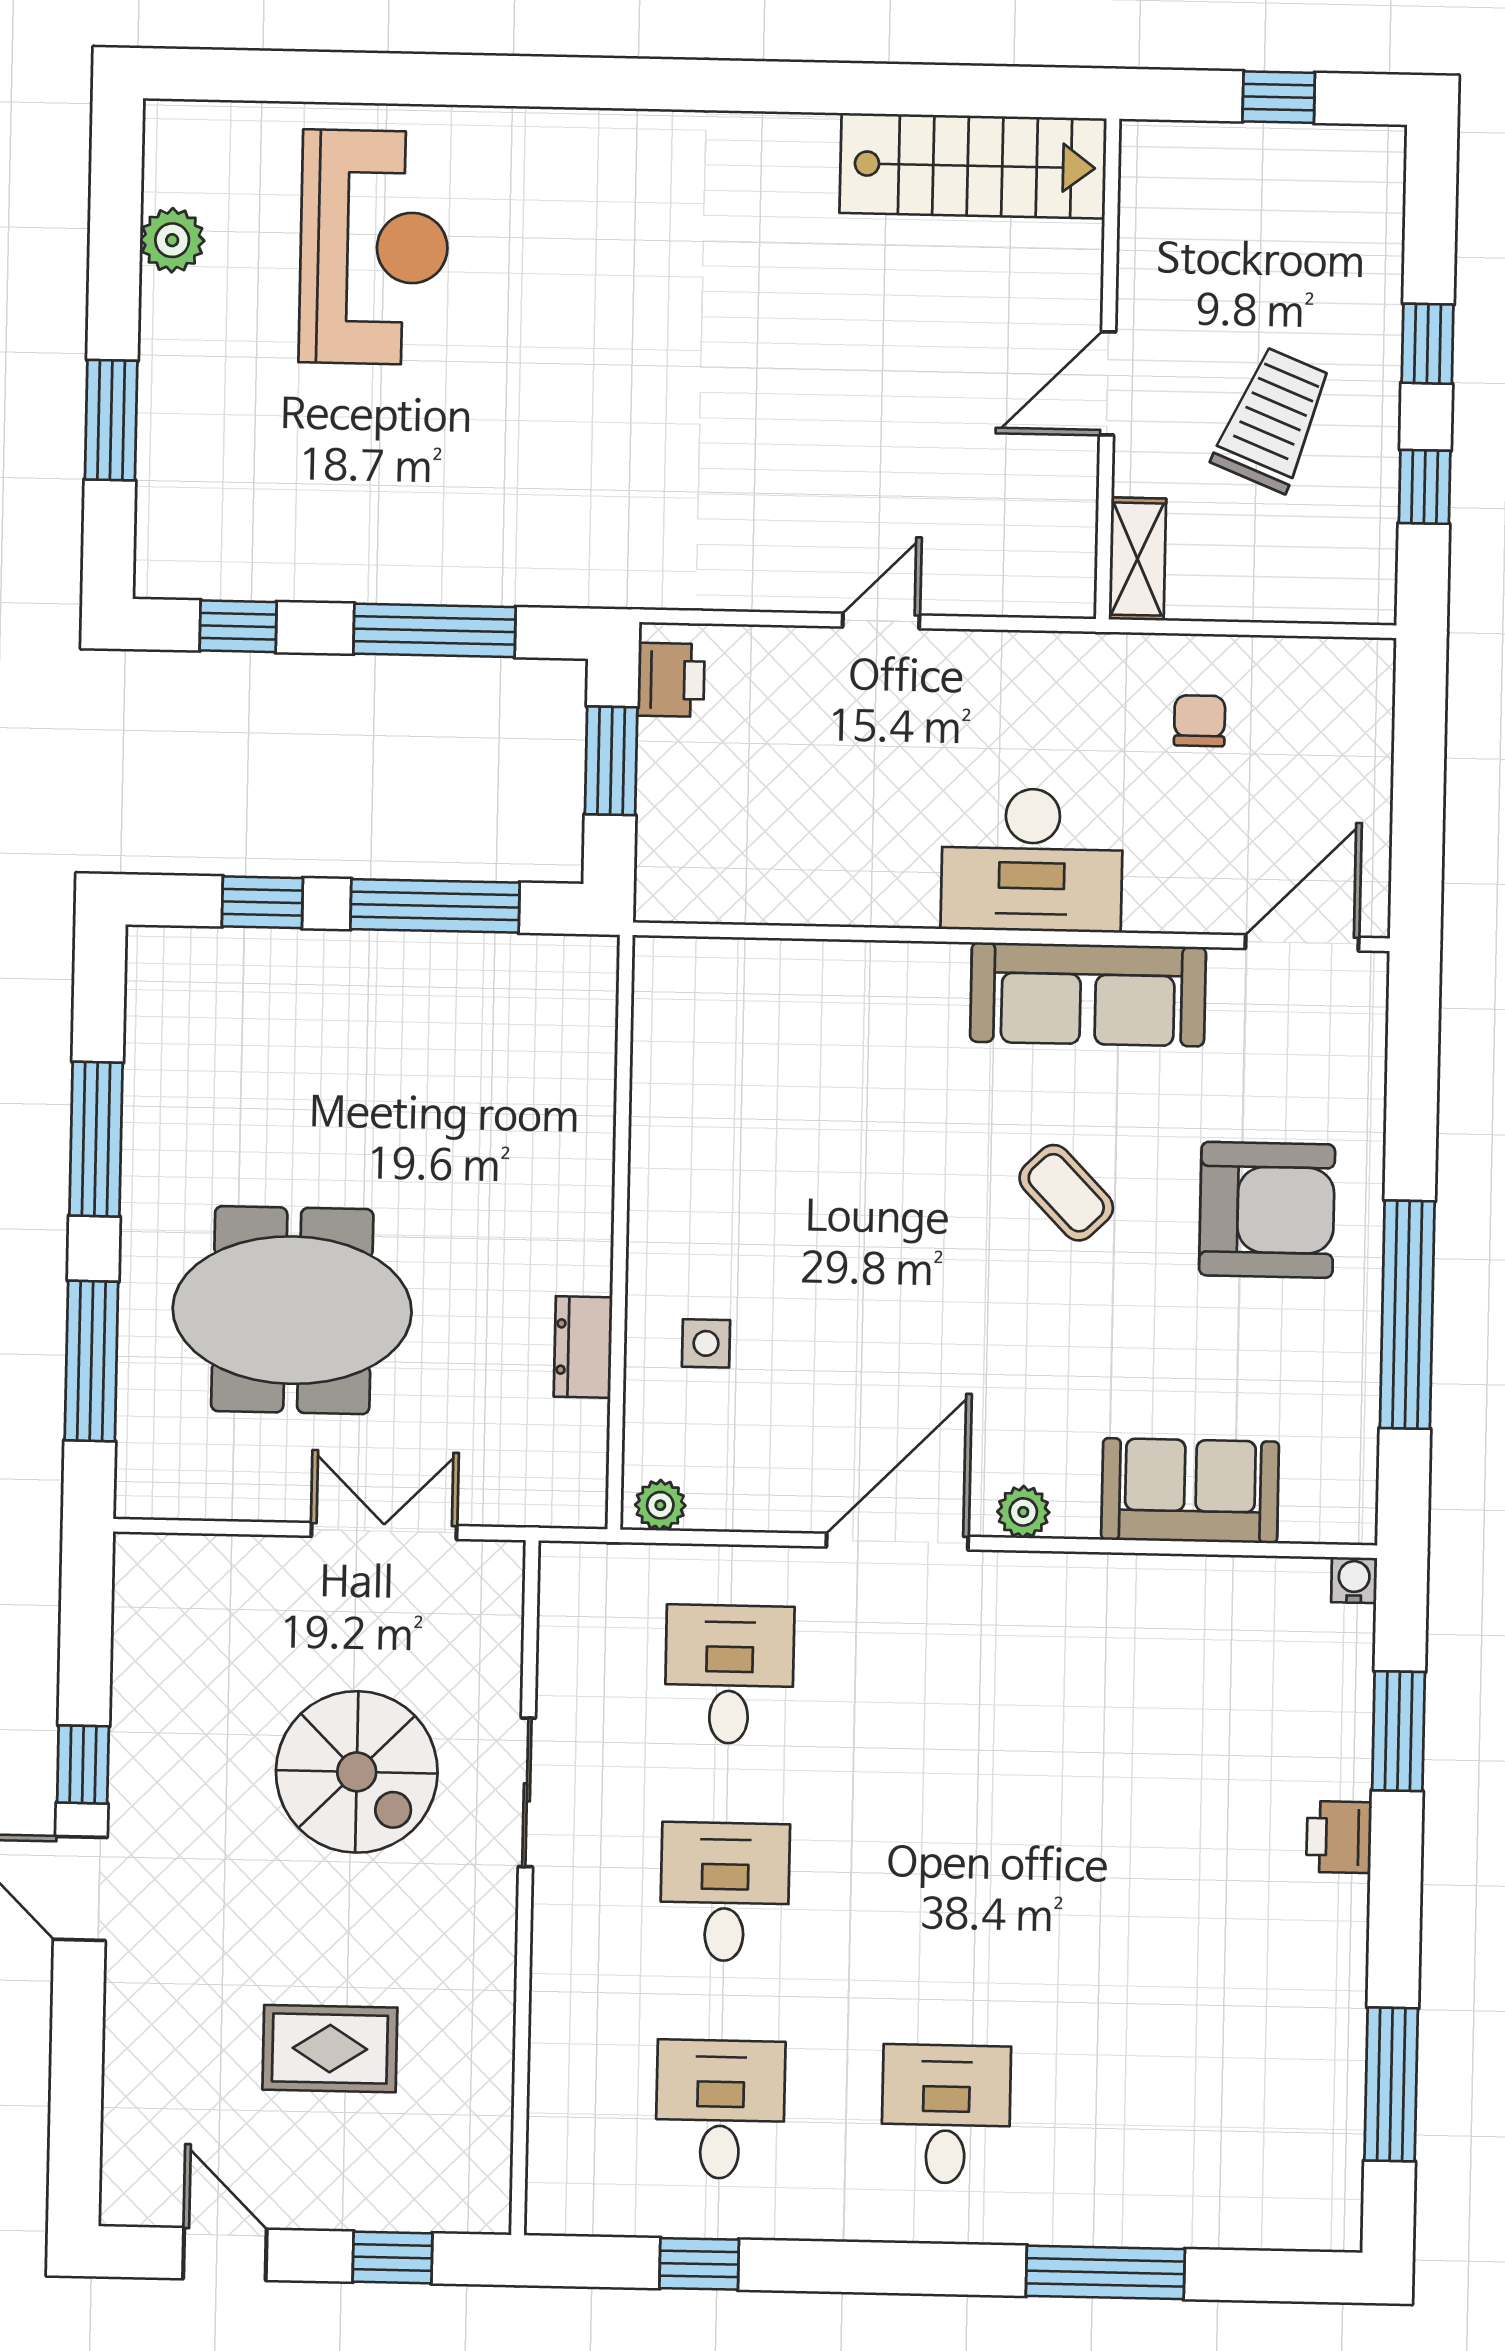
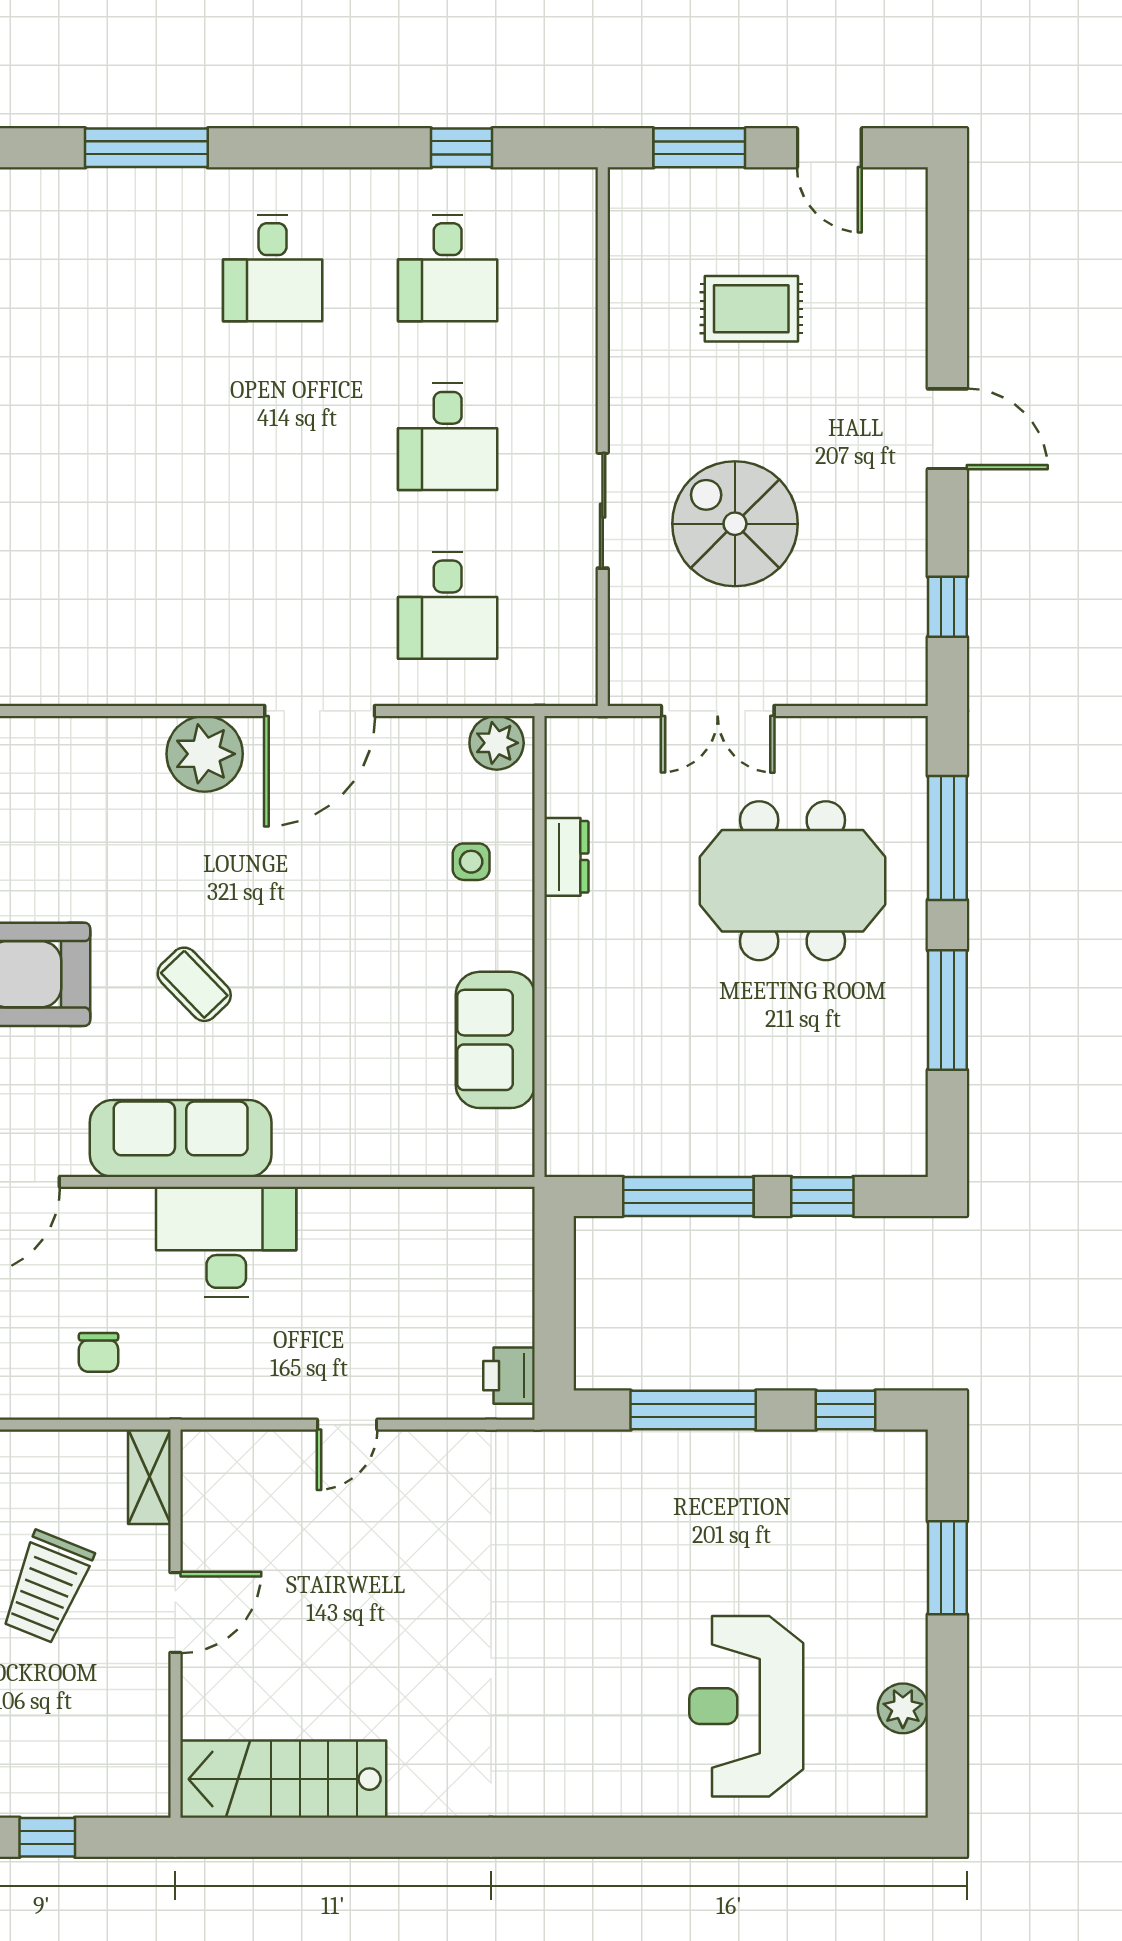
window: (611, 761) -> (554, 1312), removed
sofa: (1190, 1491) -> (495, 1040), moved, turned 90
plant: (660, 1505) -> (497, 743), width x1.38, depth x1.38
plant: (1023, 1512) -> (205, 754), width x1.88, depth x1.88
window: (83, 1764) -> (947, 607), moved
window: (393, 2257) -> (699, 148), width x1.50

